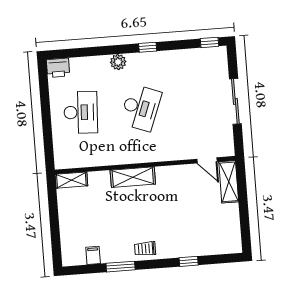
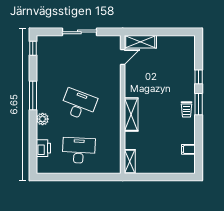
window: (148, 47) -> (33, 96), width x2.17
printer: (58, 68) -> (43, 148), moved
window: (121, 267) -> (199, 104), moved

